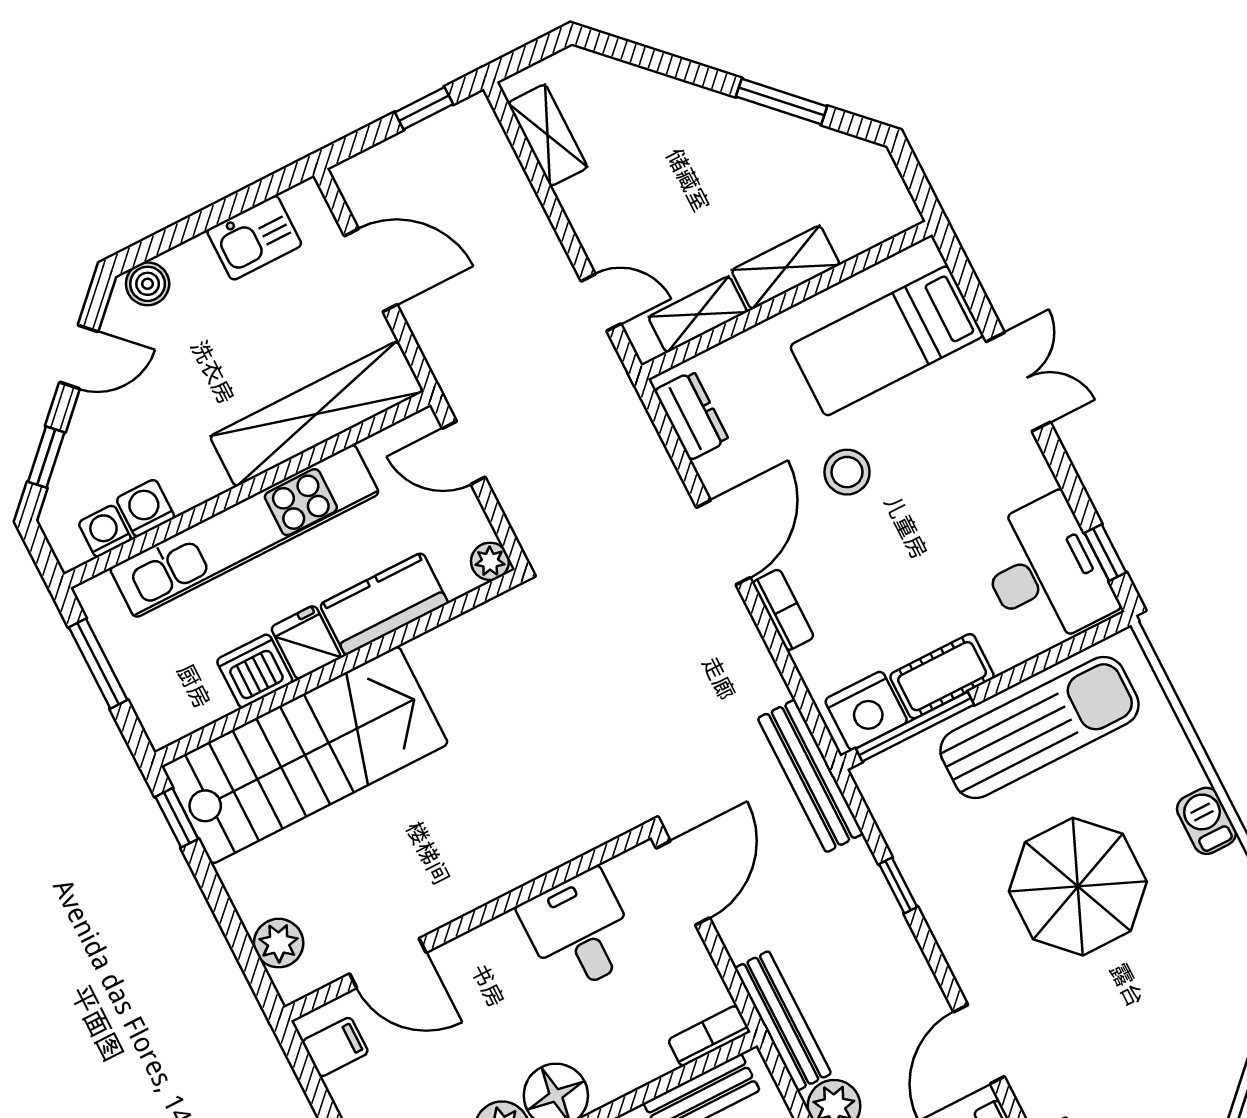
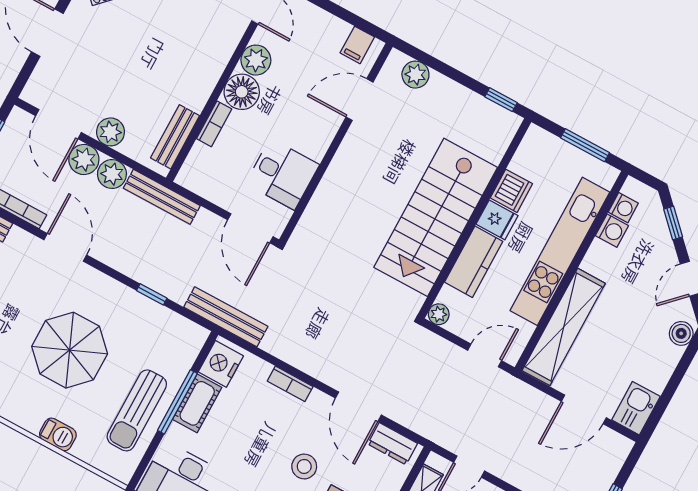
kitchen sink: (254, 238) -> (636, 408), moved
door: (723, 543) -> (358, 407), moved
window: (915, 727) -> (177, 402), moved
sun lounger: (1040, 728) -> (137, 410), width x0.73, depth x0.75
stairs: (305, 755) -> (436, 217), moved
barbecue: (1206, 821) -> (58, 434), moved
bookcase: (709, 1036) -> (214, 124), moved

